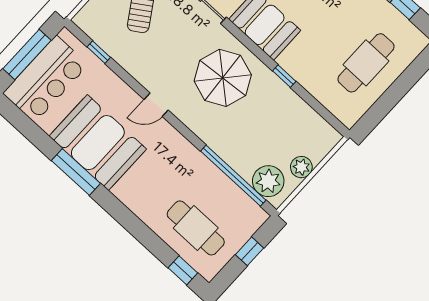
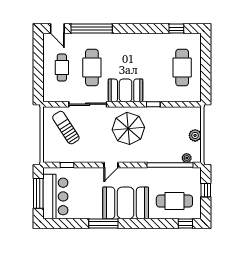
booth: (98, 143) -> (126, 203), moved
plant: (268, 181) -> (187, 158), width x0.53, depth x0.53

